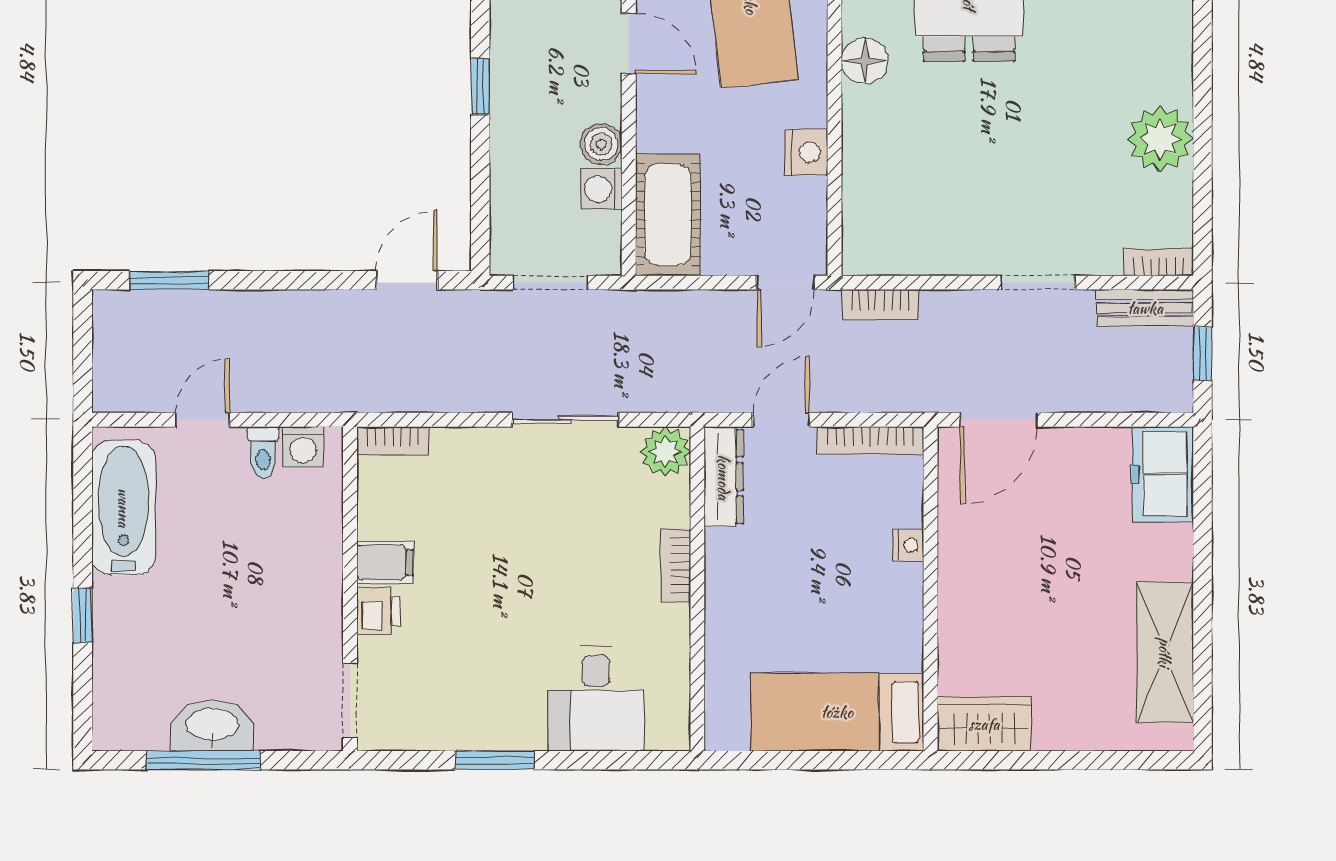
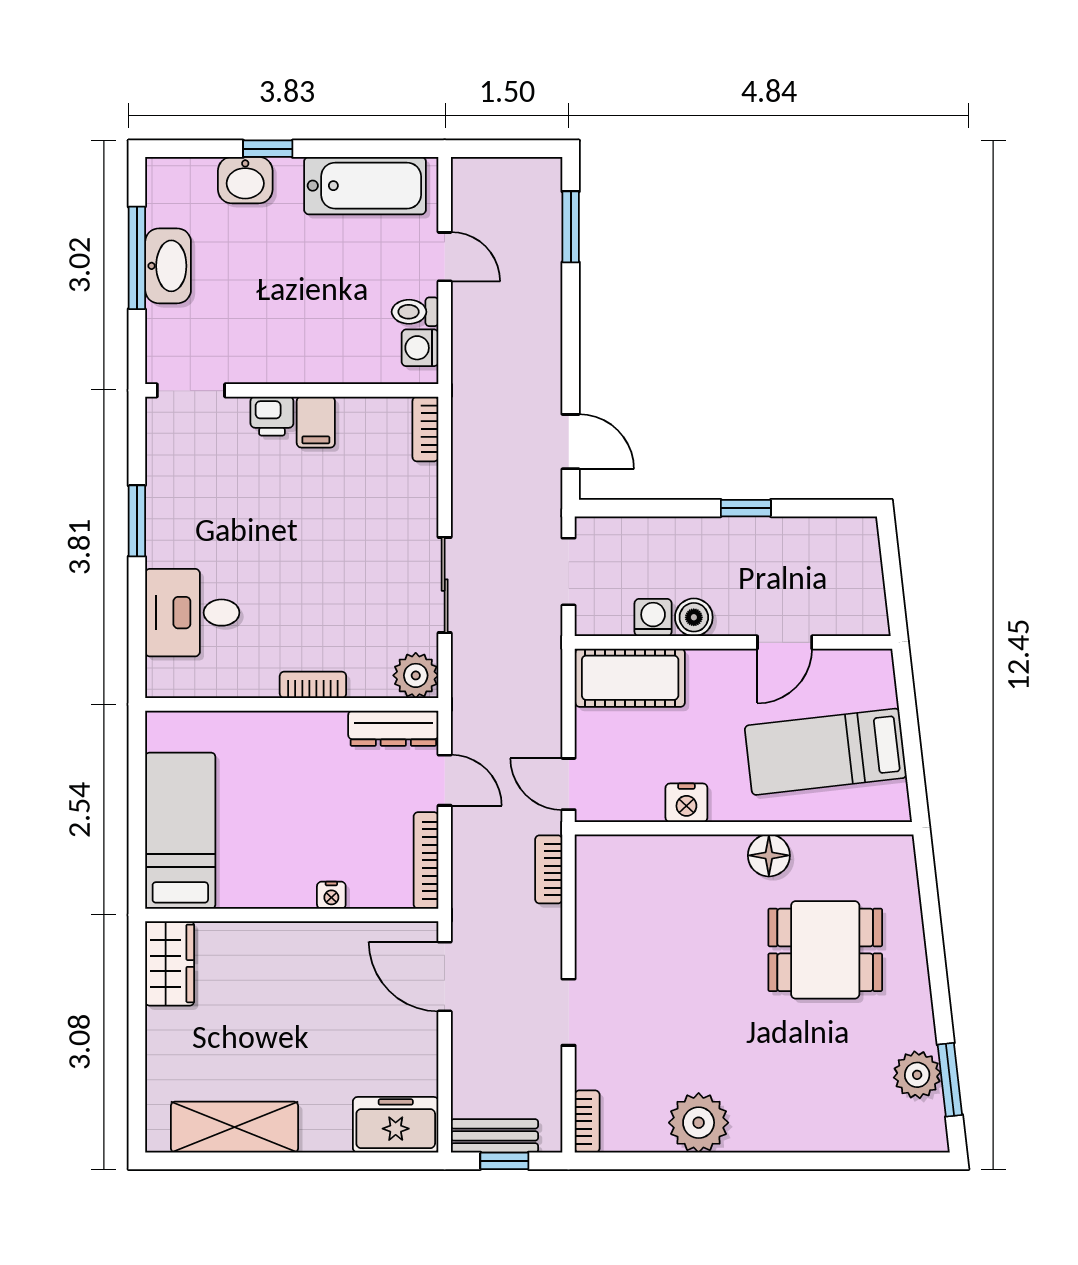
bench: (1145, 308) -> (494, 1136), moved, turned 90
washbasin: (117, 640) -> (245, 180), added

